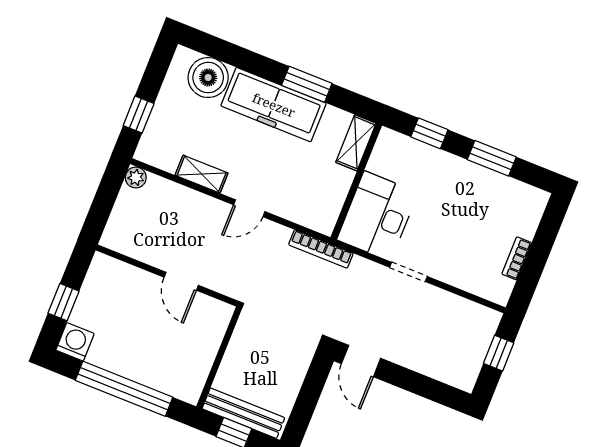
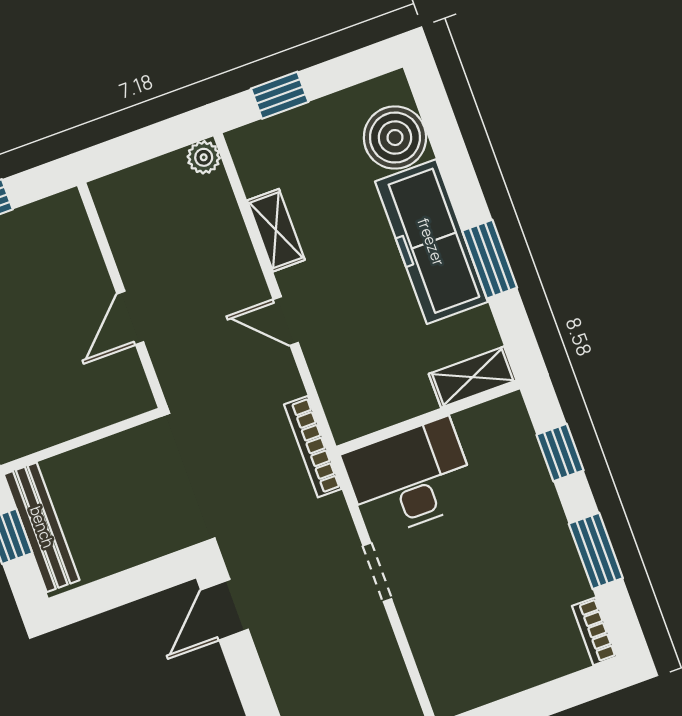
bookcase: (517, 258) -> (594, 631), moved, turned -90

